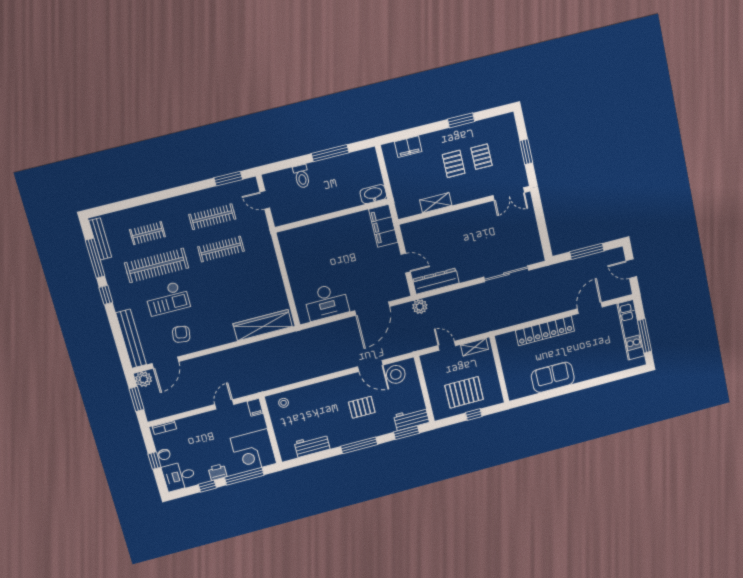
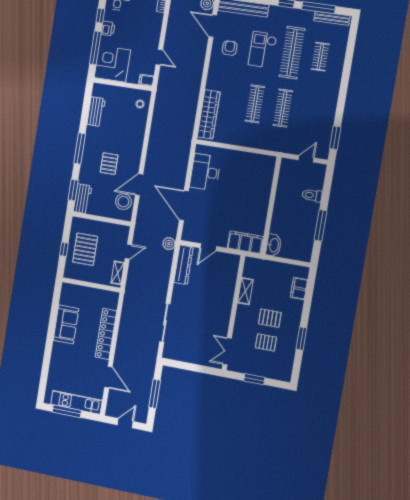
clothes rail: (212, 217) -> (255, 104), moved
armchair: (181, 334) -> (230, 48), turned -99

